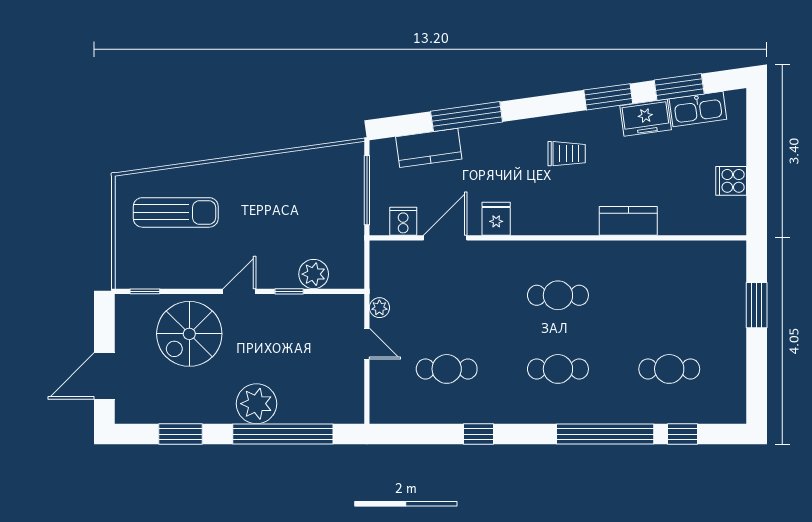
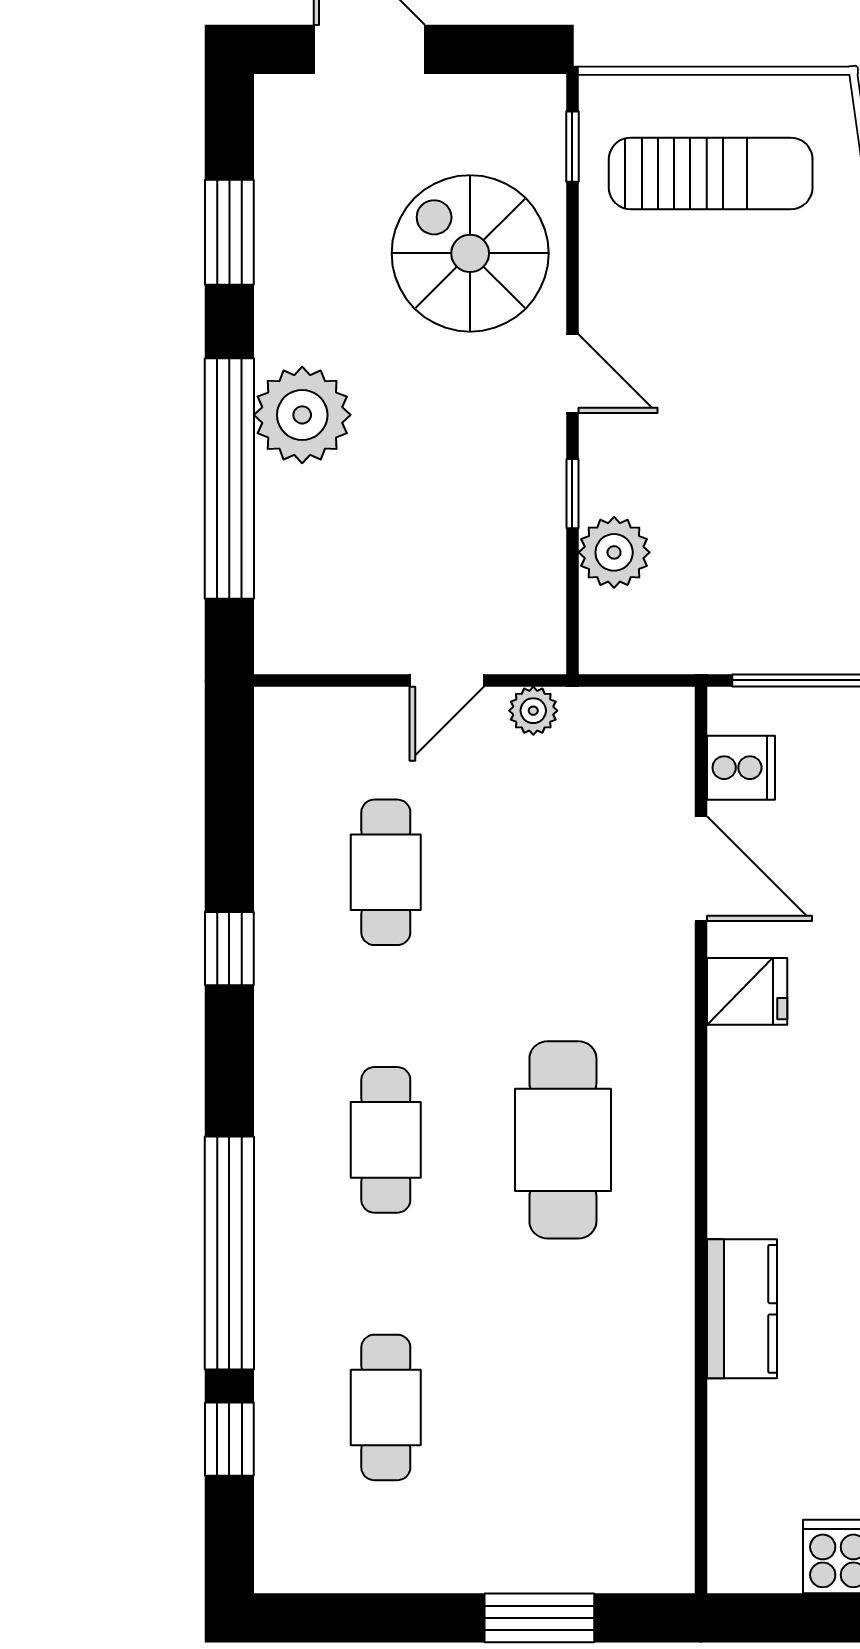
sun lounger: (176, 212) -> (711, 173), moved, turned -90
cafe table: (558, 295) -> (563, 1140), width x1.37, depth x1.35

